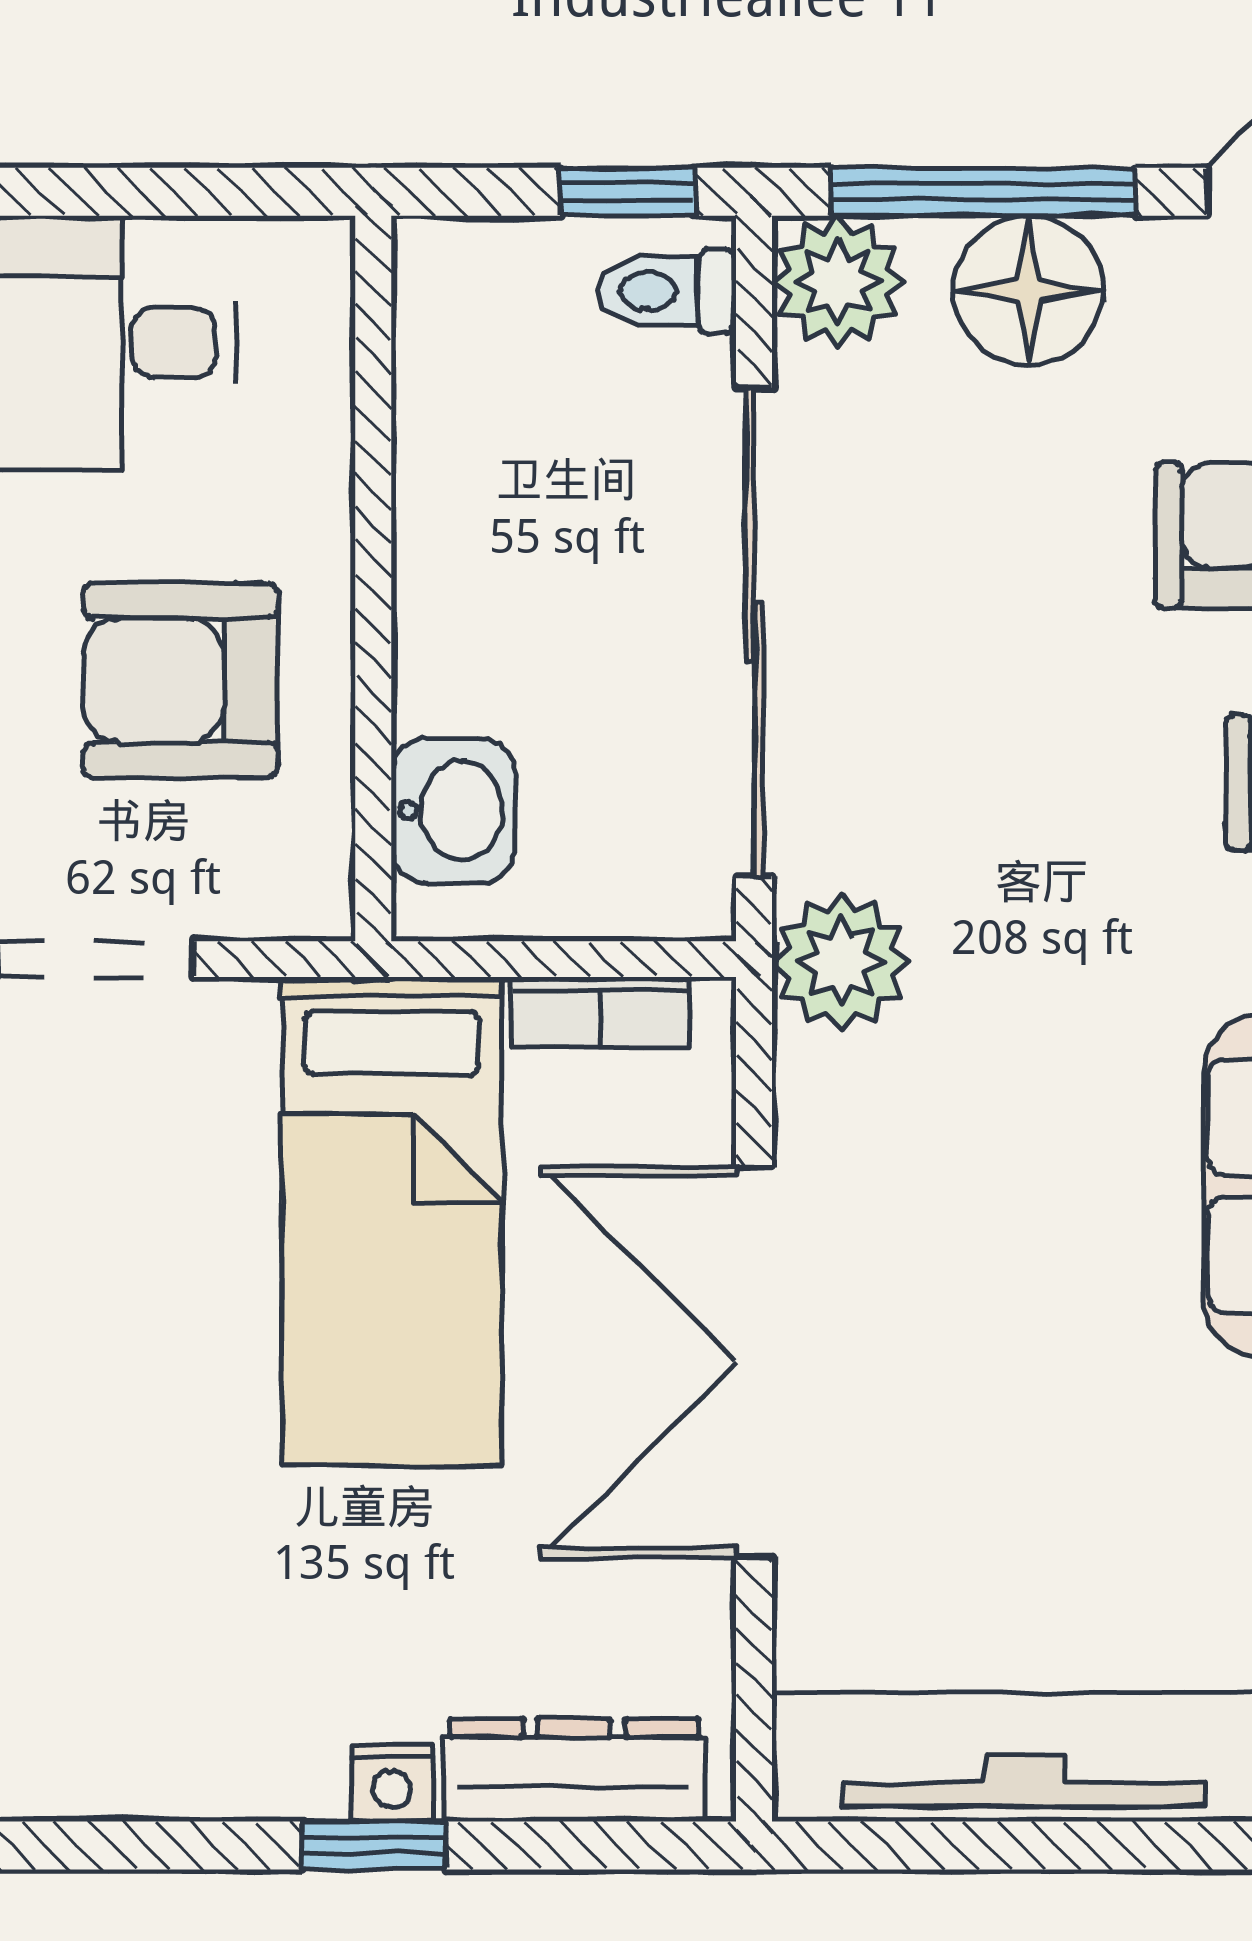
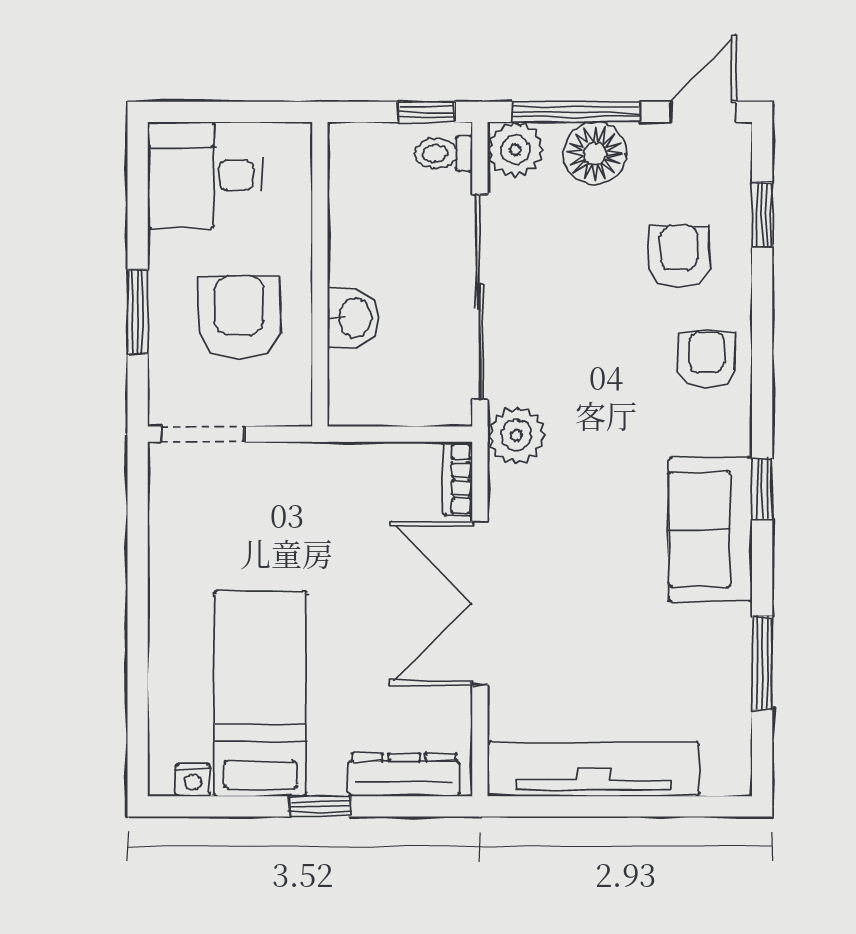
armchair: (181, 681) -> (239, 317), turned 90
washbasin: (453, 810) -> (353, 318), moved
bookcase: (600, 1012) -> (457, 479), moved, turned 90
bed: (392, 1221) -> (260, 694), moved, turned 180
nightstand: (392, 1783) -> (193, 780), moved

